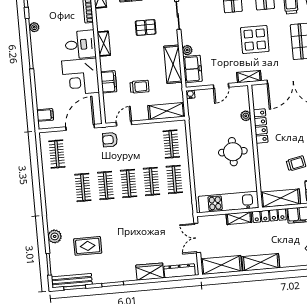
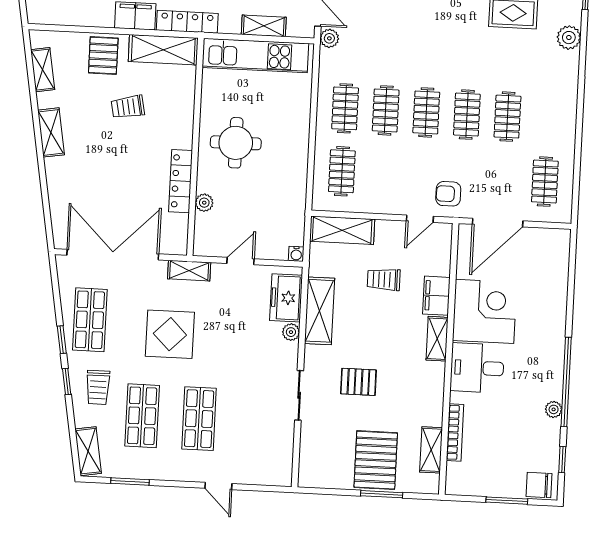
shelving: (104, 44) -> (437, 339), moved
filing cabinet: (45, 115) -> (556, 253), removed
armchair: (110, 140) -> (448, 194), turned 180
plant: (189, 217) -> (329, 38), added
shelving: (239, 218) -> (264, 26), moved

